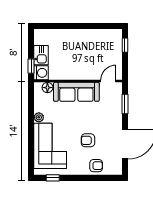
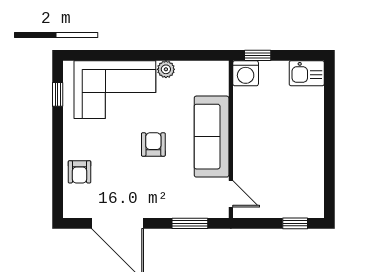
kitchen sink: (41, 55) -> (307, 73), moved
floor lamp: (47, 88) -> (219, 85), removed
armchair: (88, 140) -> (153, 144), moved

